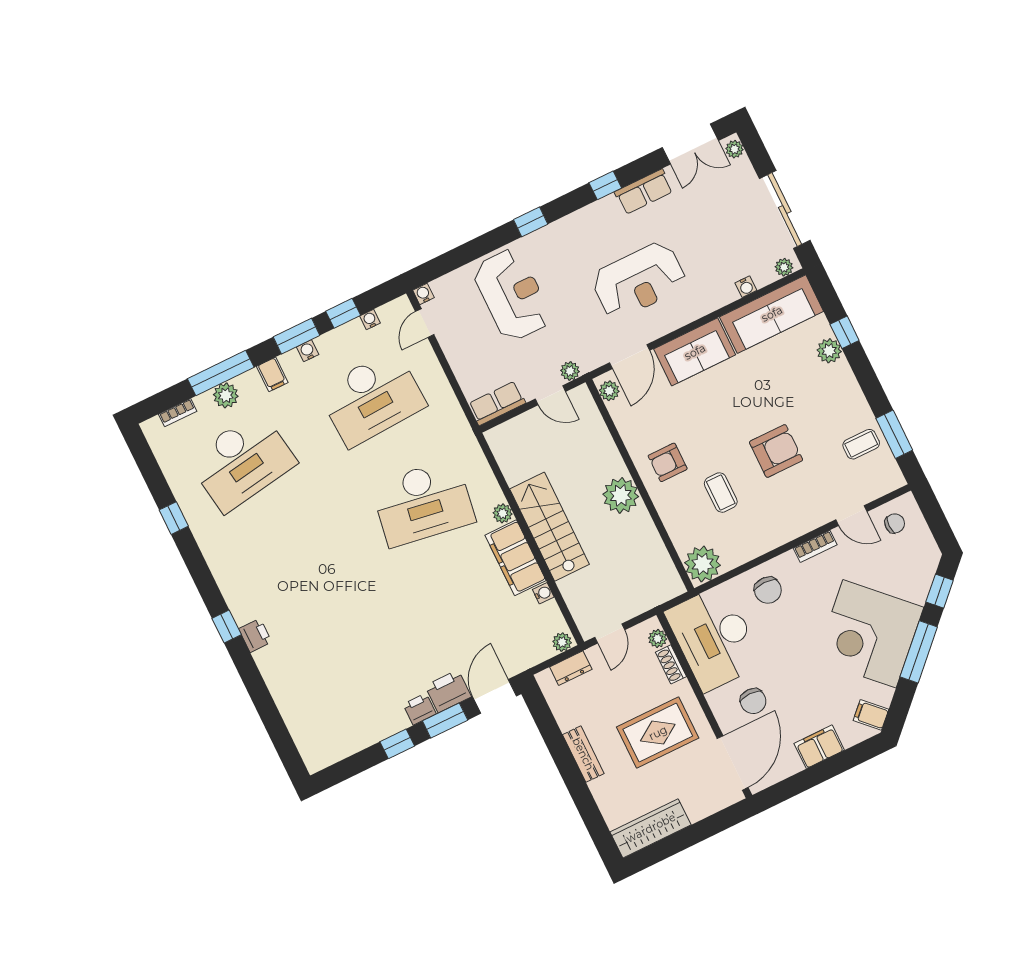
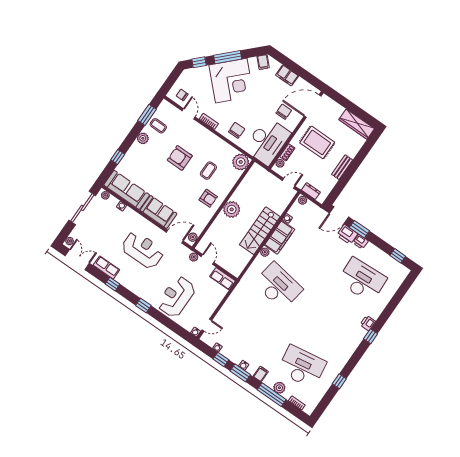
plant: (829, 351) -> (143, 138), moved
desk: (372, 398) -> (362, 280), moved
window: (397, 744) -> (398, 256), moved

